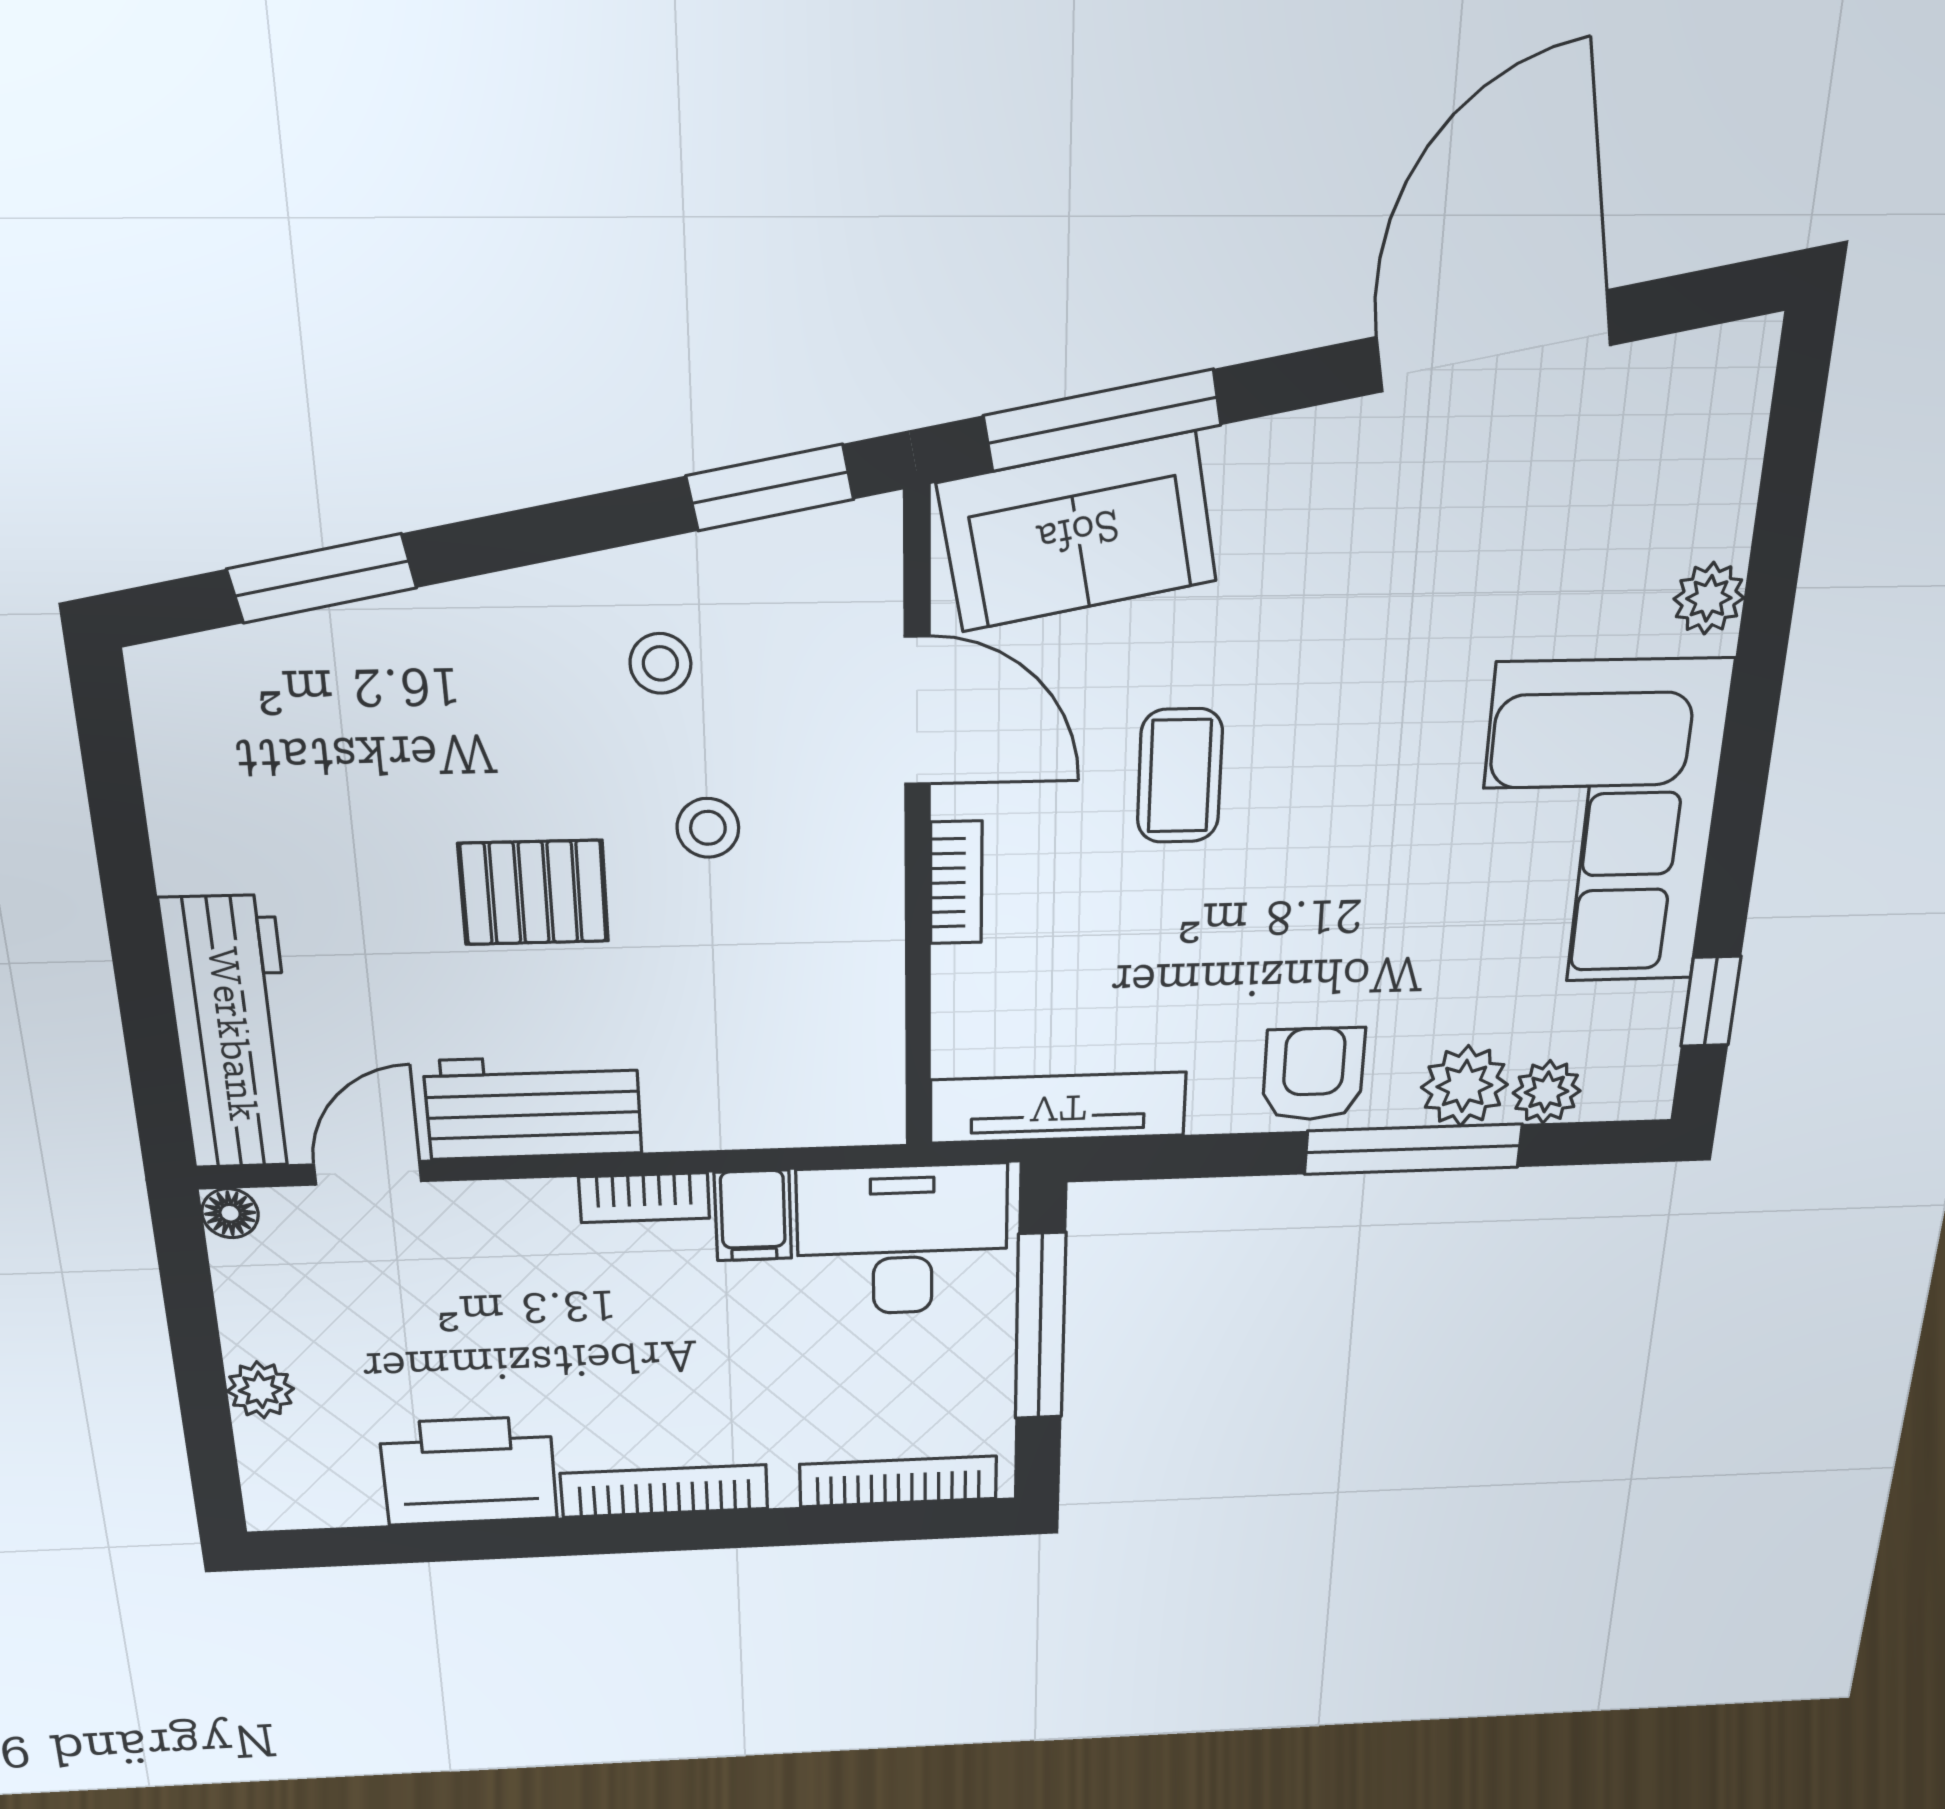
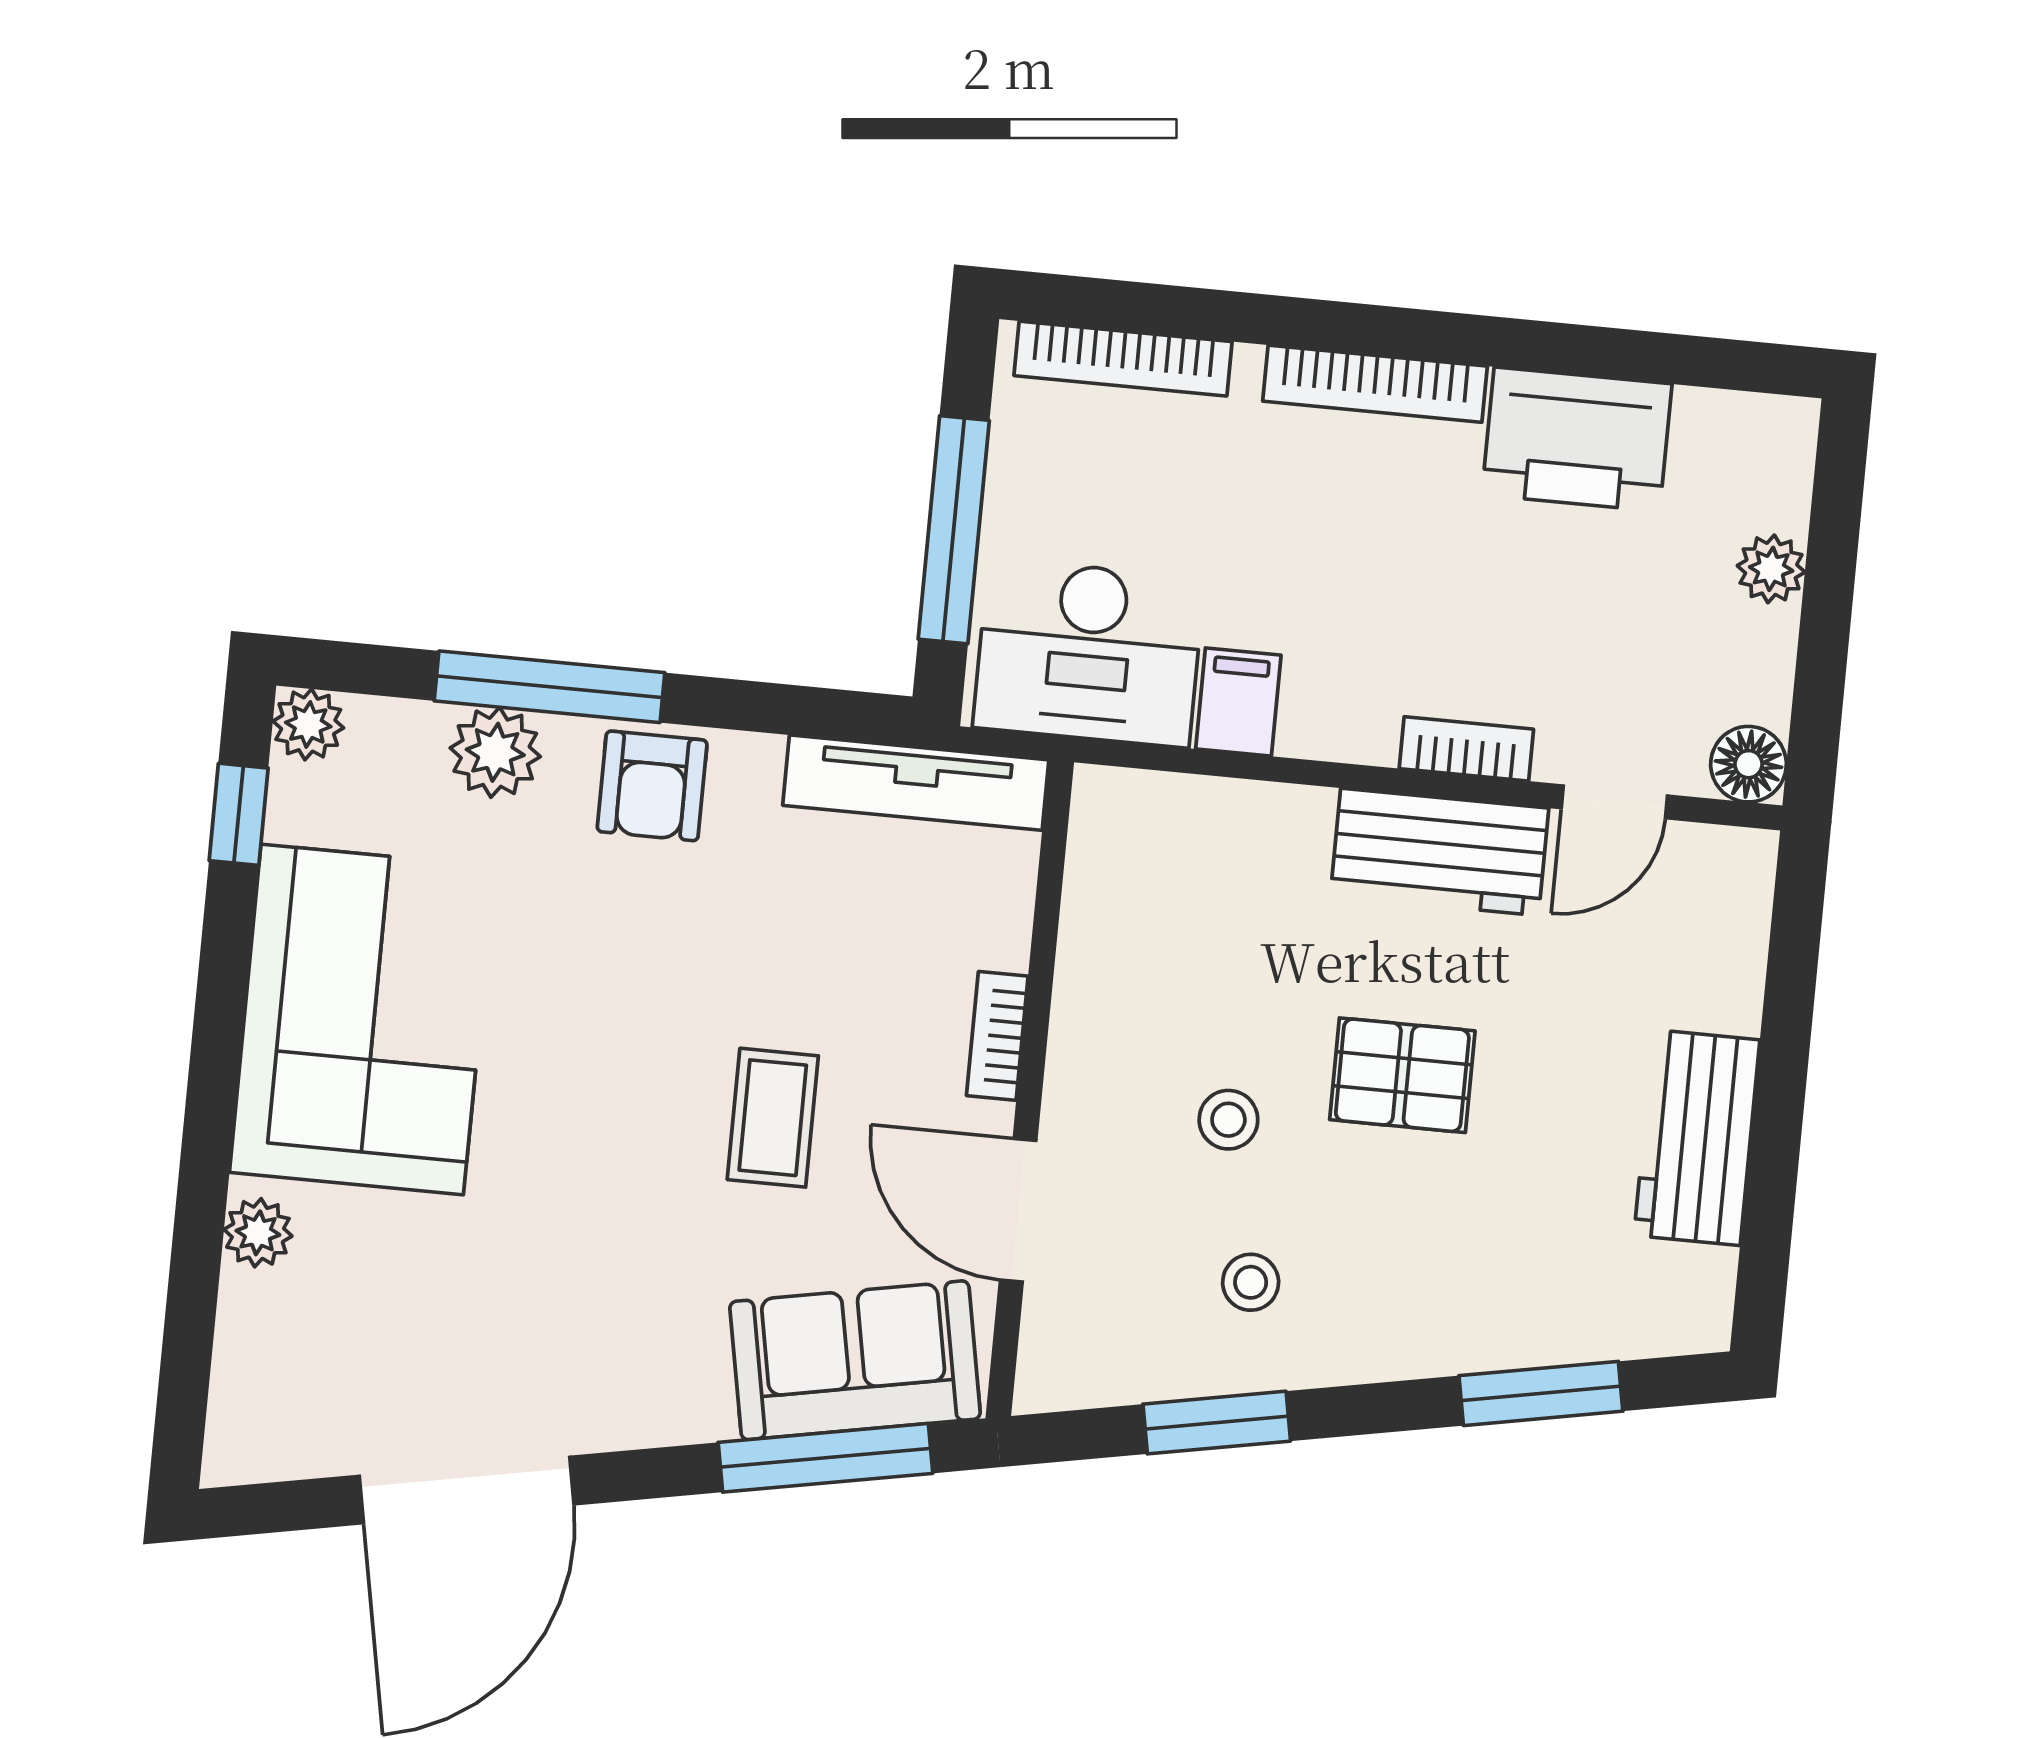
window: (770, 488) -> (1217, 1423), moved
workbench: (233, 1034) -> (1697, 1138), moved, width x0.73
plant: (1547, 1092) -> (308, 724), moved
bookcase: (644, 1198) -> (1466, 749), moved
floor lamp: (230, 1213) -> (1748, 764), width x1.37, depth x1.37

